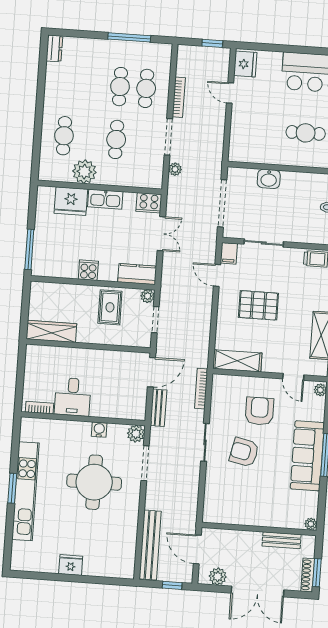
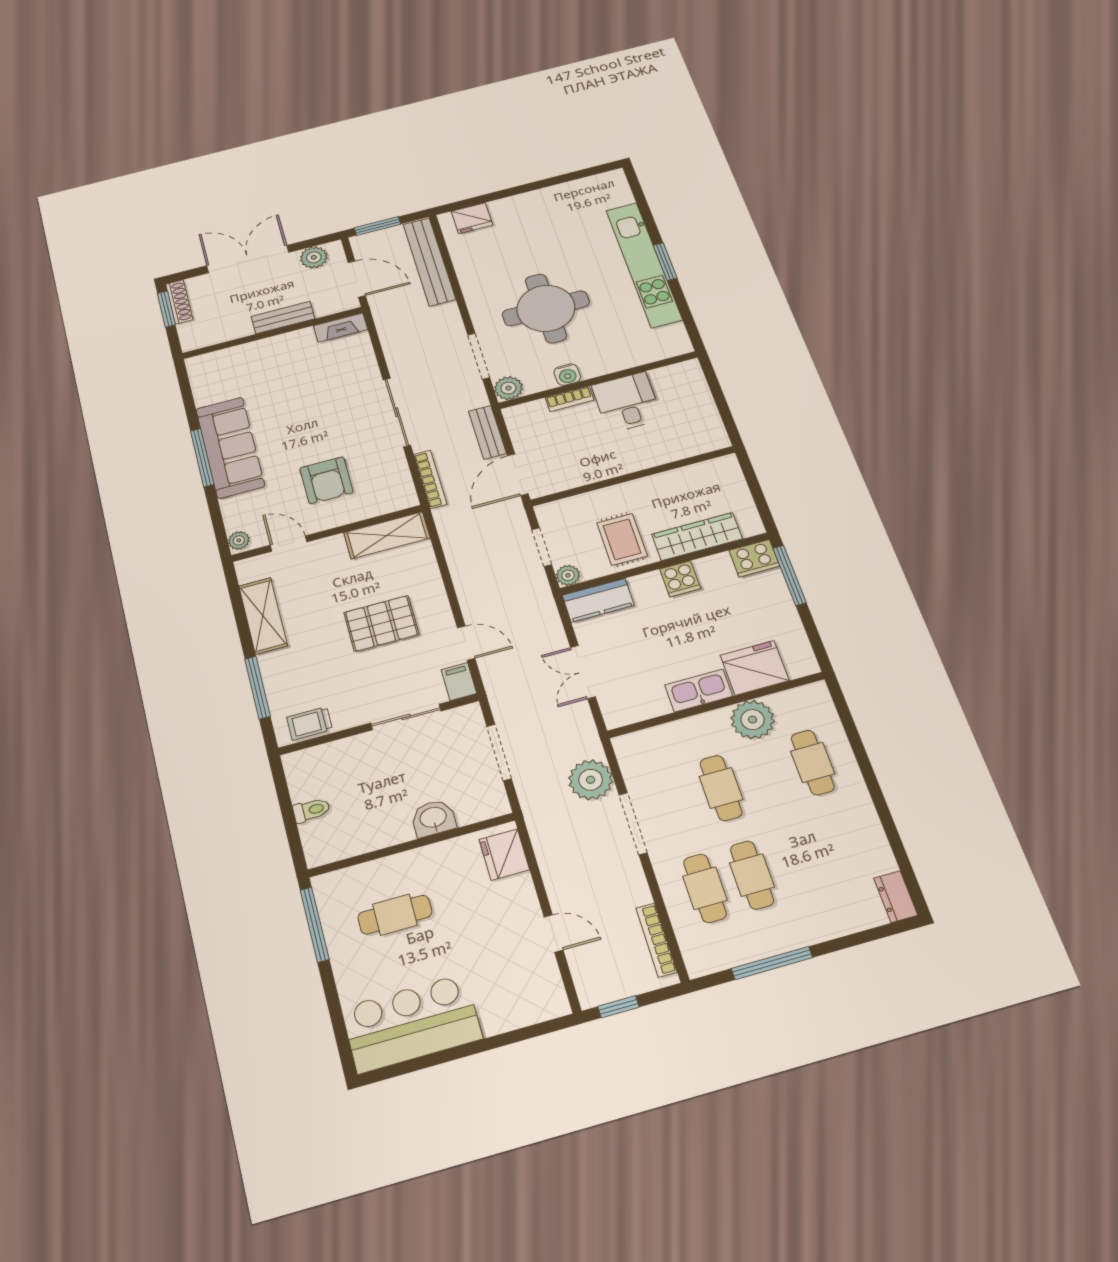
fridge: (245, 64) -> (504, 855), moved
bookcase: (179, 97) -> (656, 940), moved
plant: (175, 169) -> (591, 780), width x1.88, depth x1.88
cooker: (149, 203) -> (754, 558), moved, turned 180
doorway: (222, 203) -> (499, 752), width x0.73
wardrobe: (51, 331) -> (697, 536), moved, turned 180
bookcase: (39, 408) -> (570, 399), moved
sliding door: (205, 442) -> (397, 412), width x1.37
armchair: (244, 452) -> (331, 420), removed
fireplace: (218, 517) -> (340, 328), added
plant: (311, 524) -> (195, 364), removed
bench: (282, 540) -> (283, 318), moved
fridge: (71, 565) -> (472, 218), moved
window: (172, 585) -> (377, 226), width x1.50

